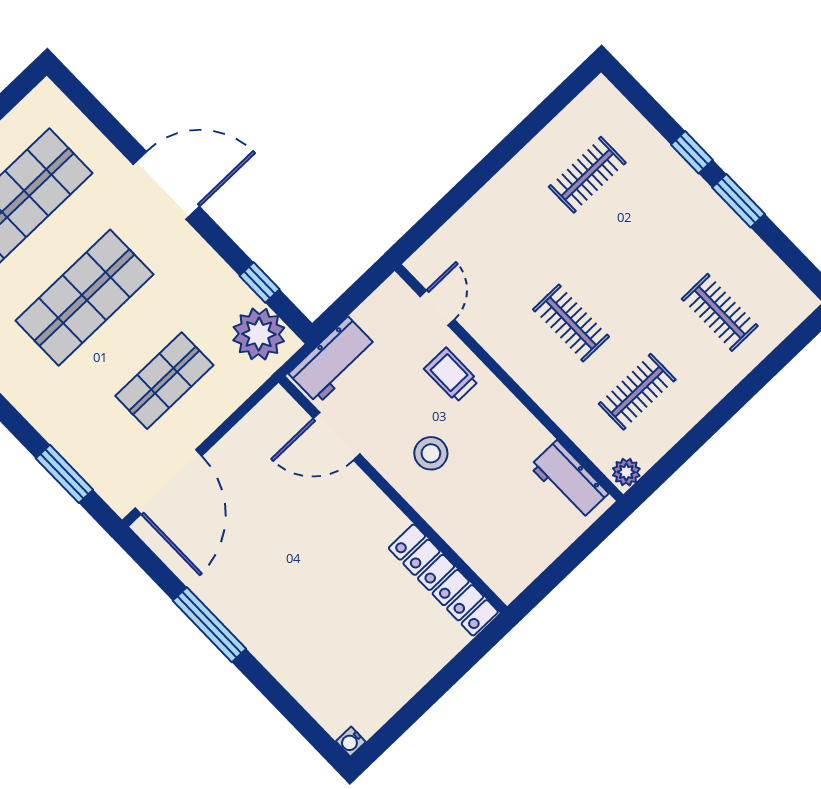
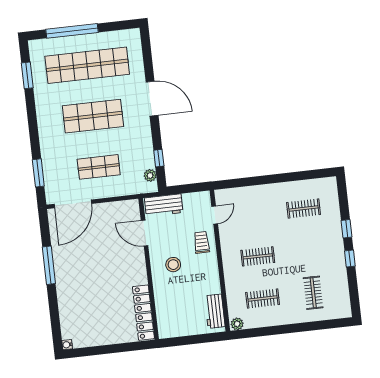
window: (738, 201) -> (350, 258), width x0.67
clothes rail: (571, 323) -> (258, 256), turned 90
plant: (259, 334) -> (150, 175), width x0.53, depth x0.53

